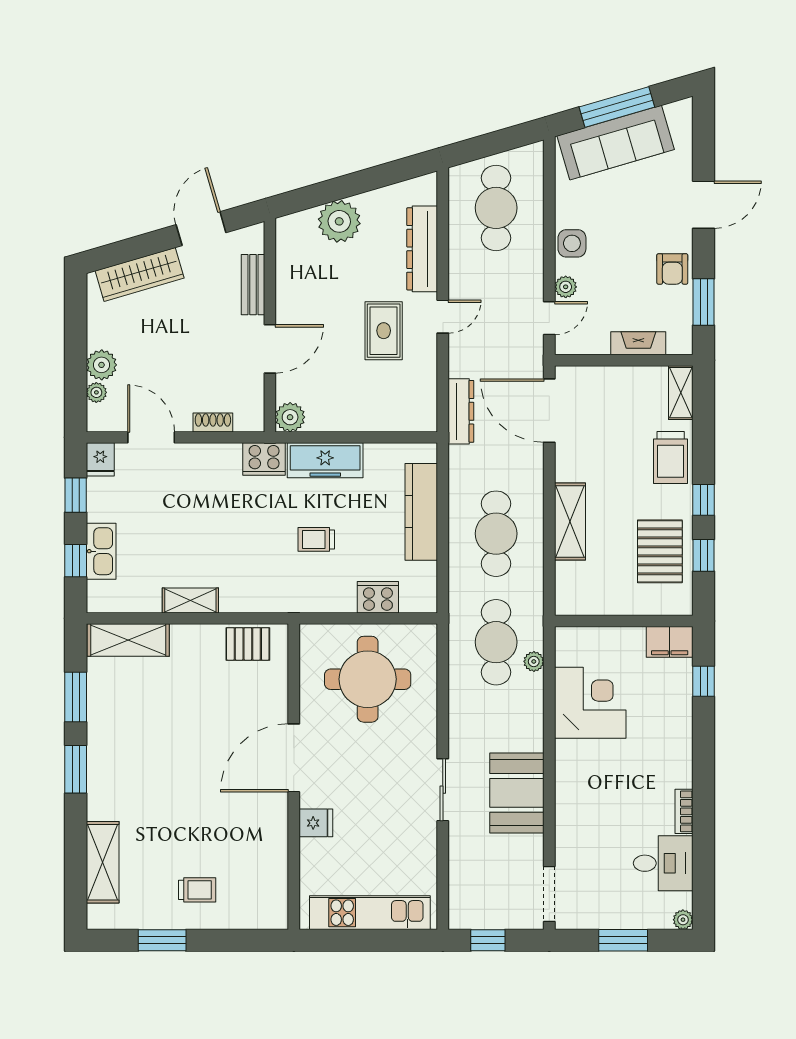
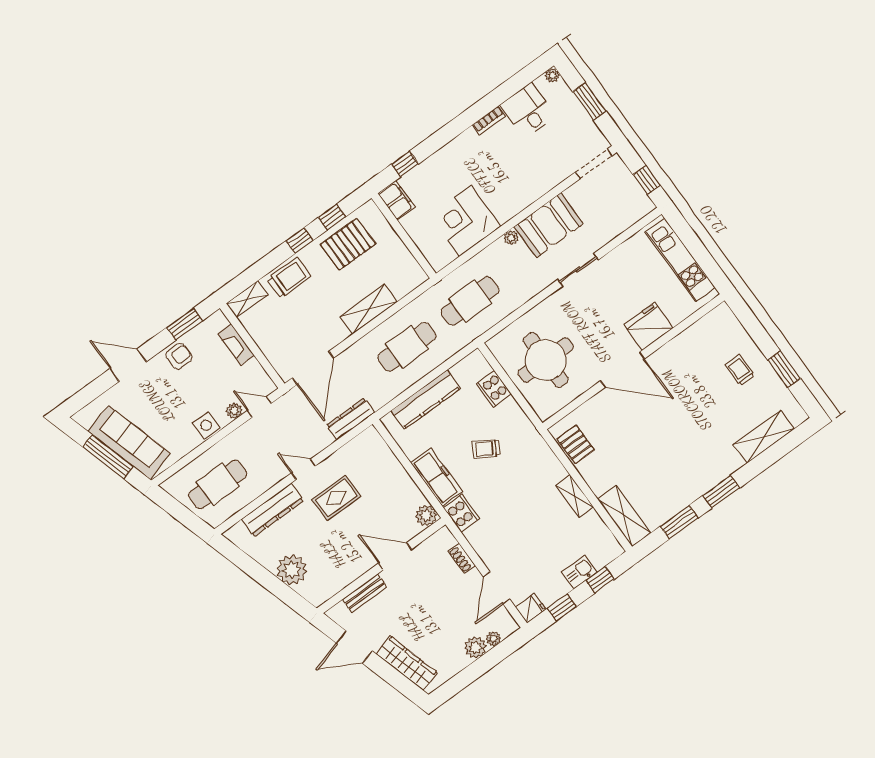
trolley: (316, 539) -> (486, 449), turned 121
kitchen sink: (101, 551) -> (579, 572), width x0.73
plant: (534, 661) -> (511, 238), moved
fridge: (316, 823) -> (649, 326), width x1.88, depth x1.34

